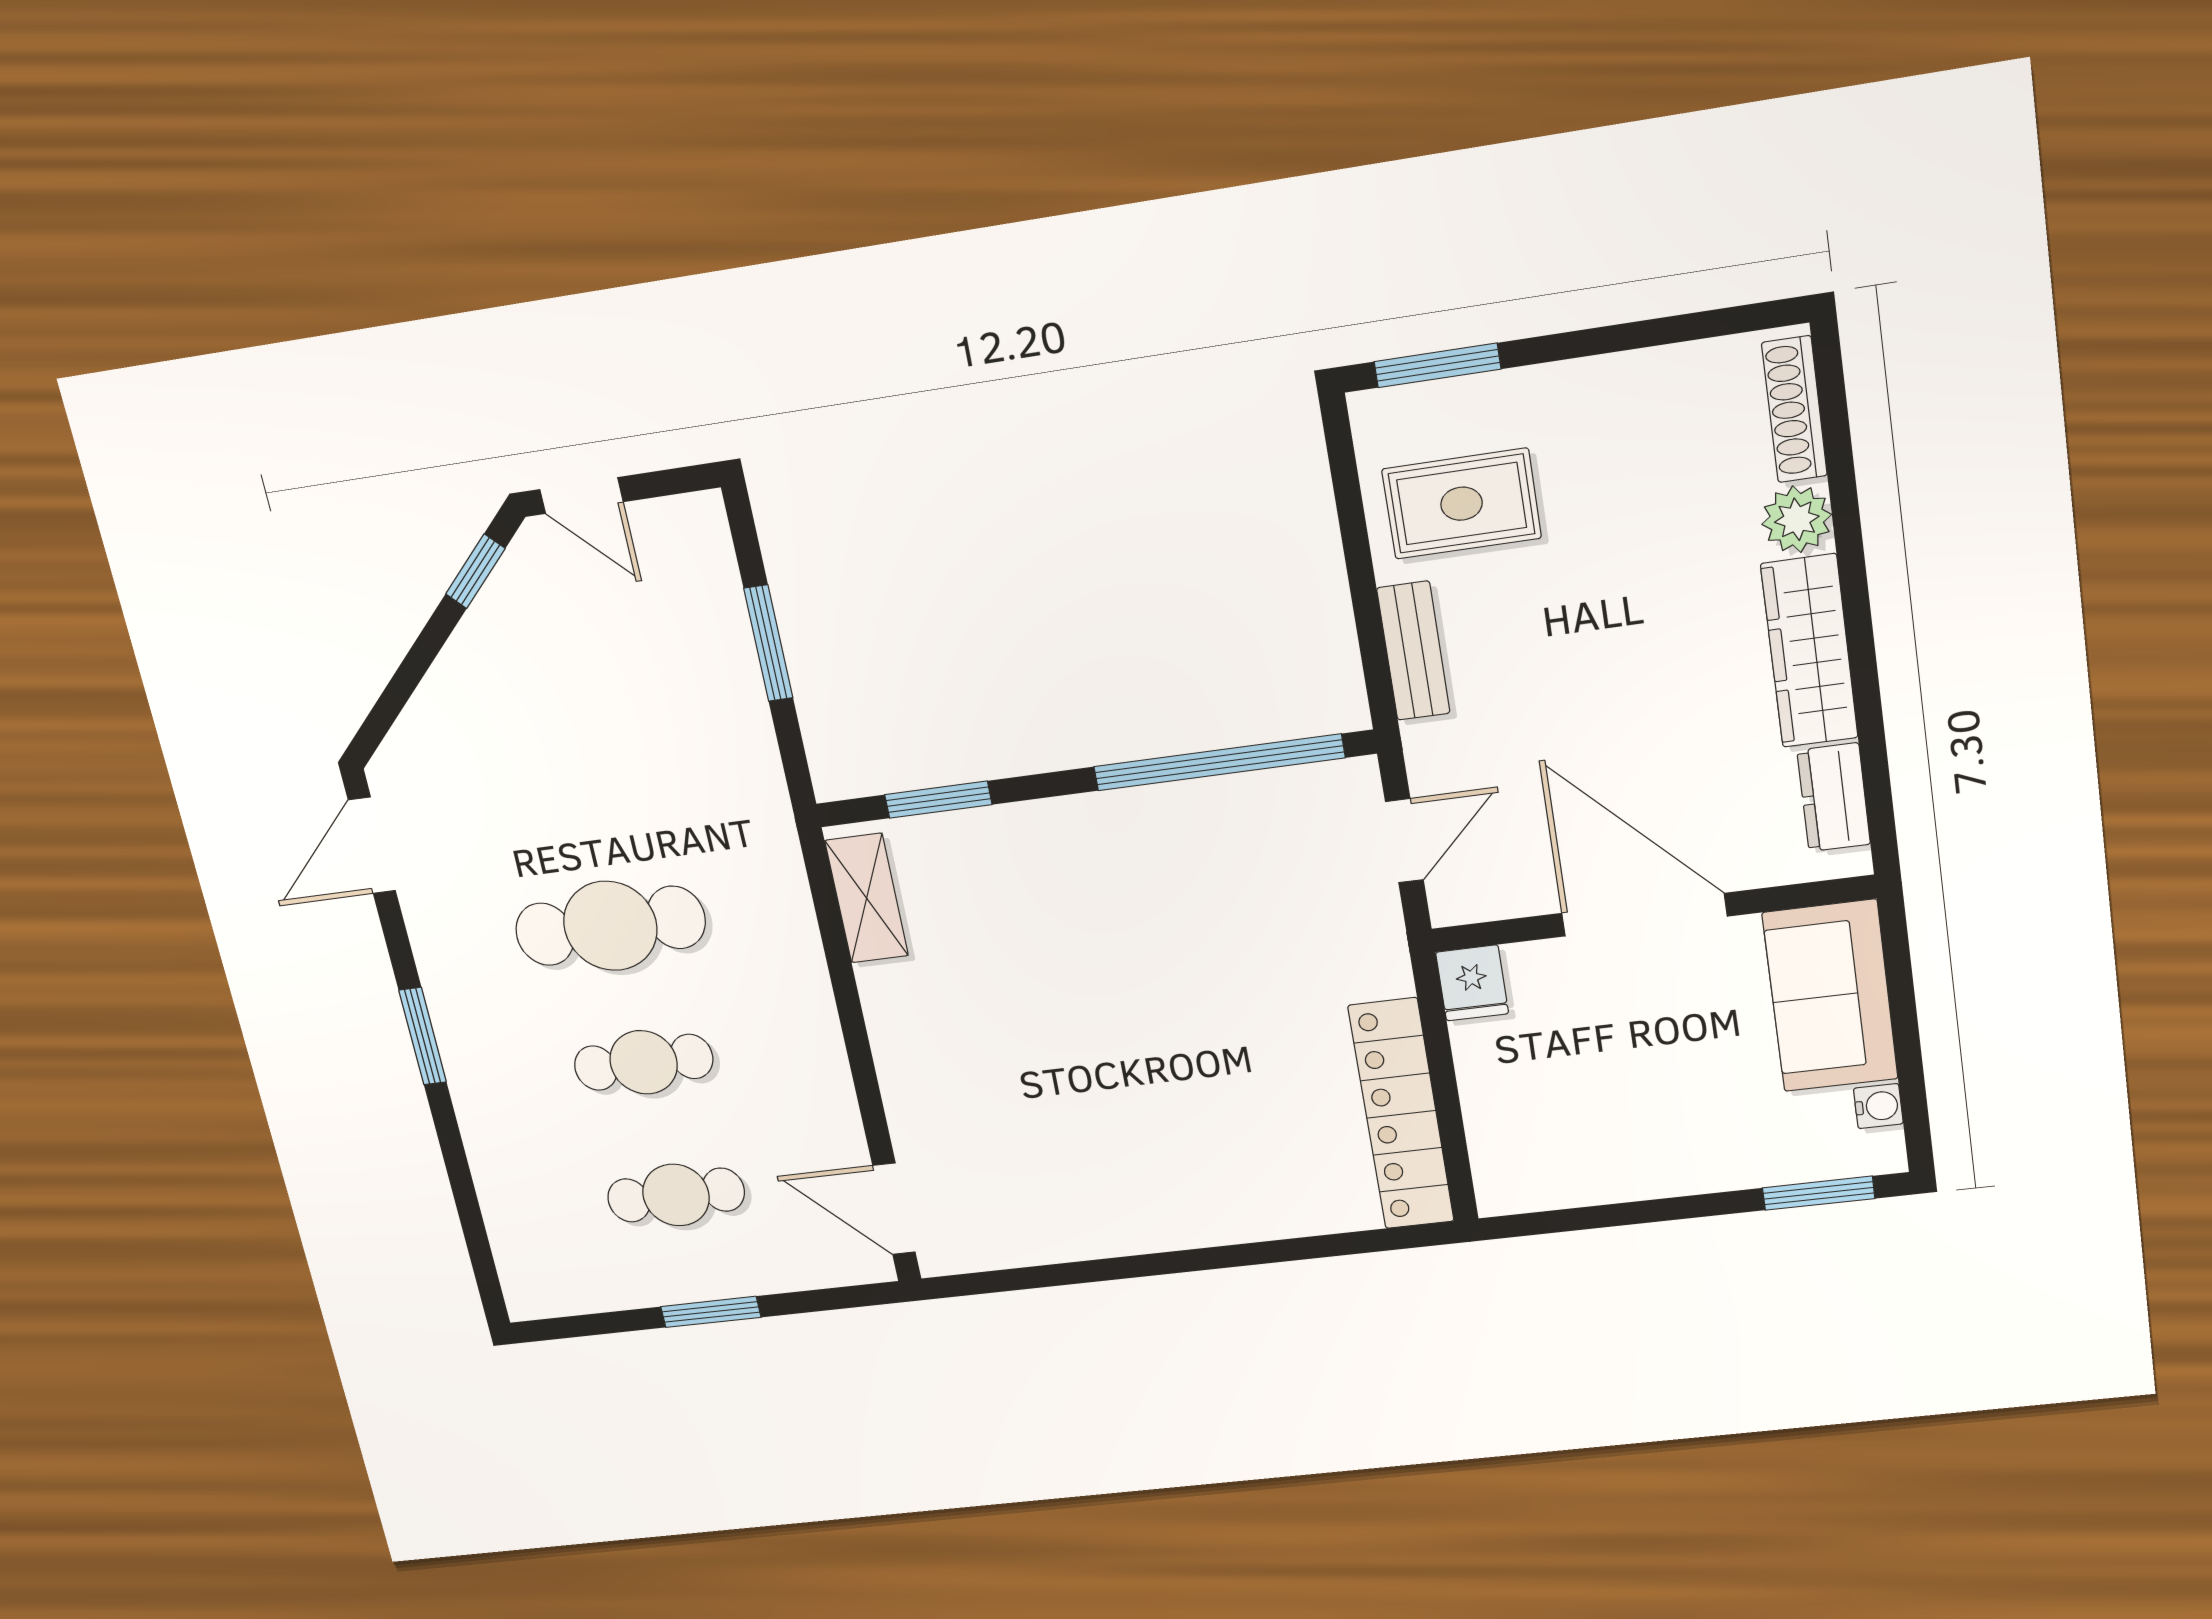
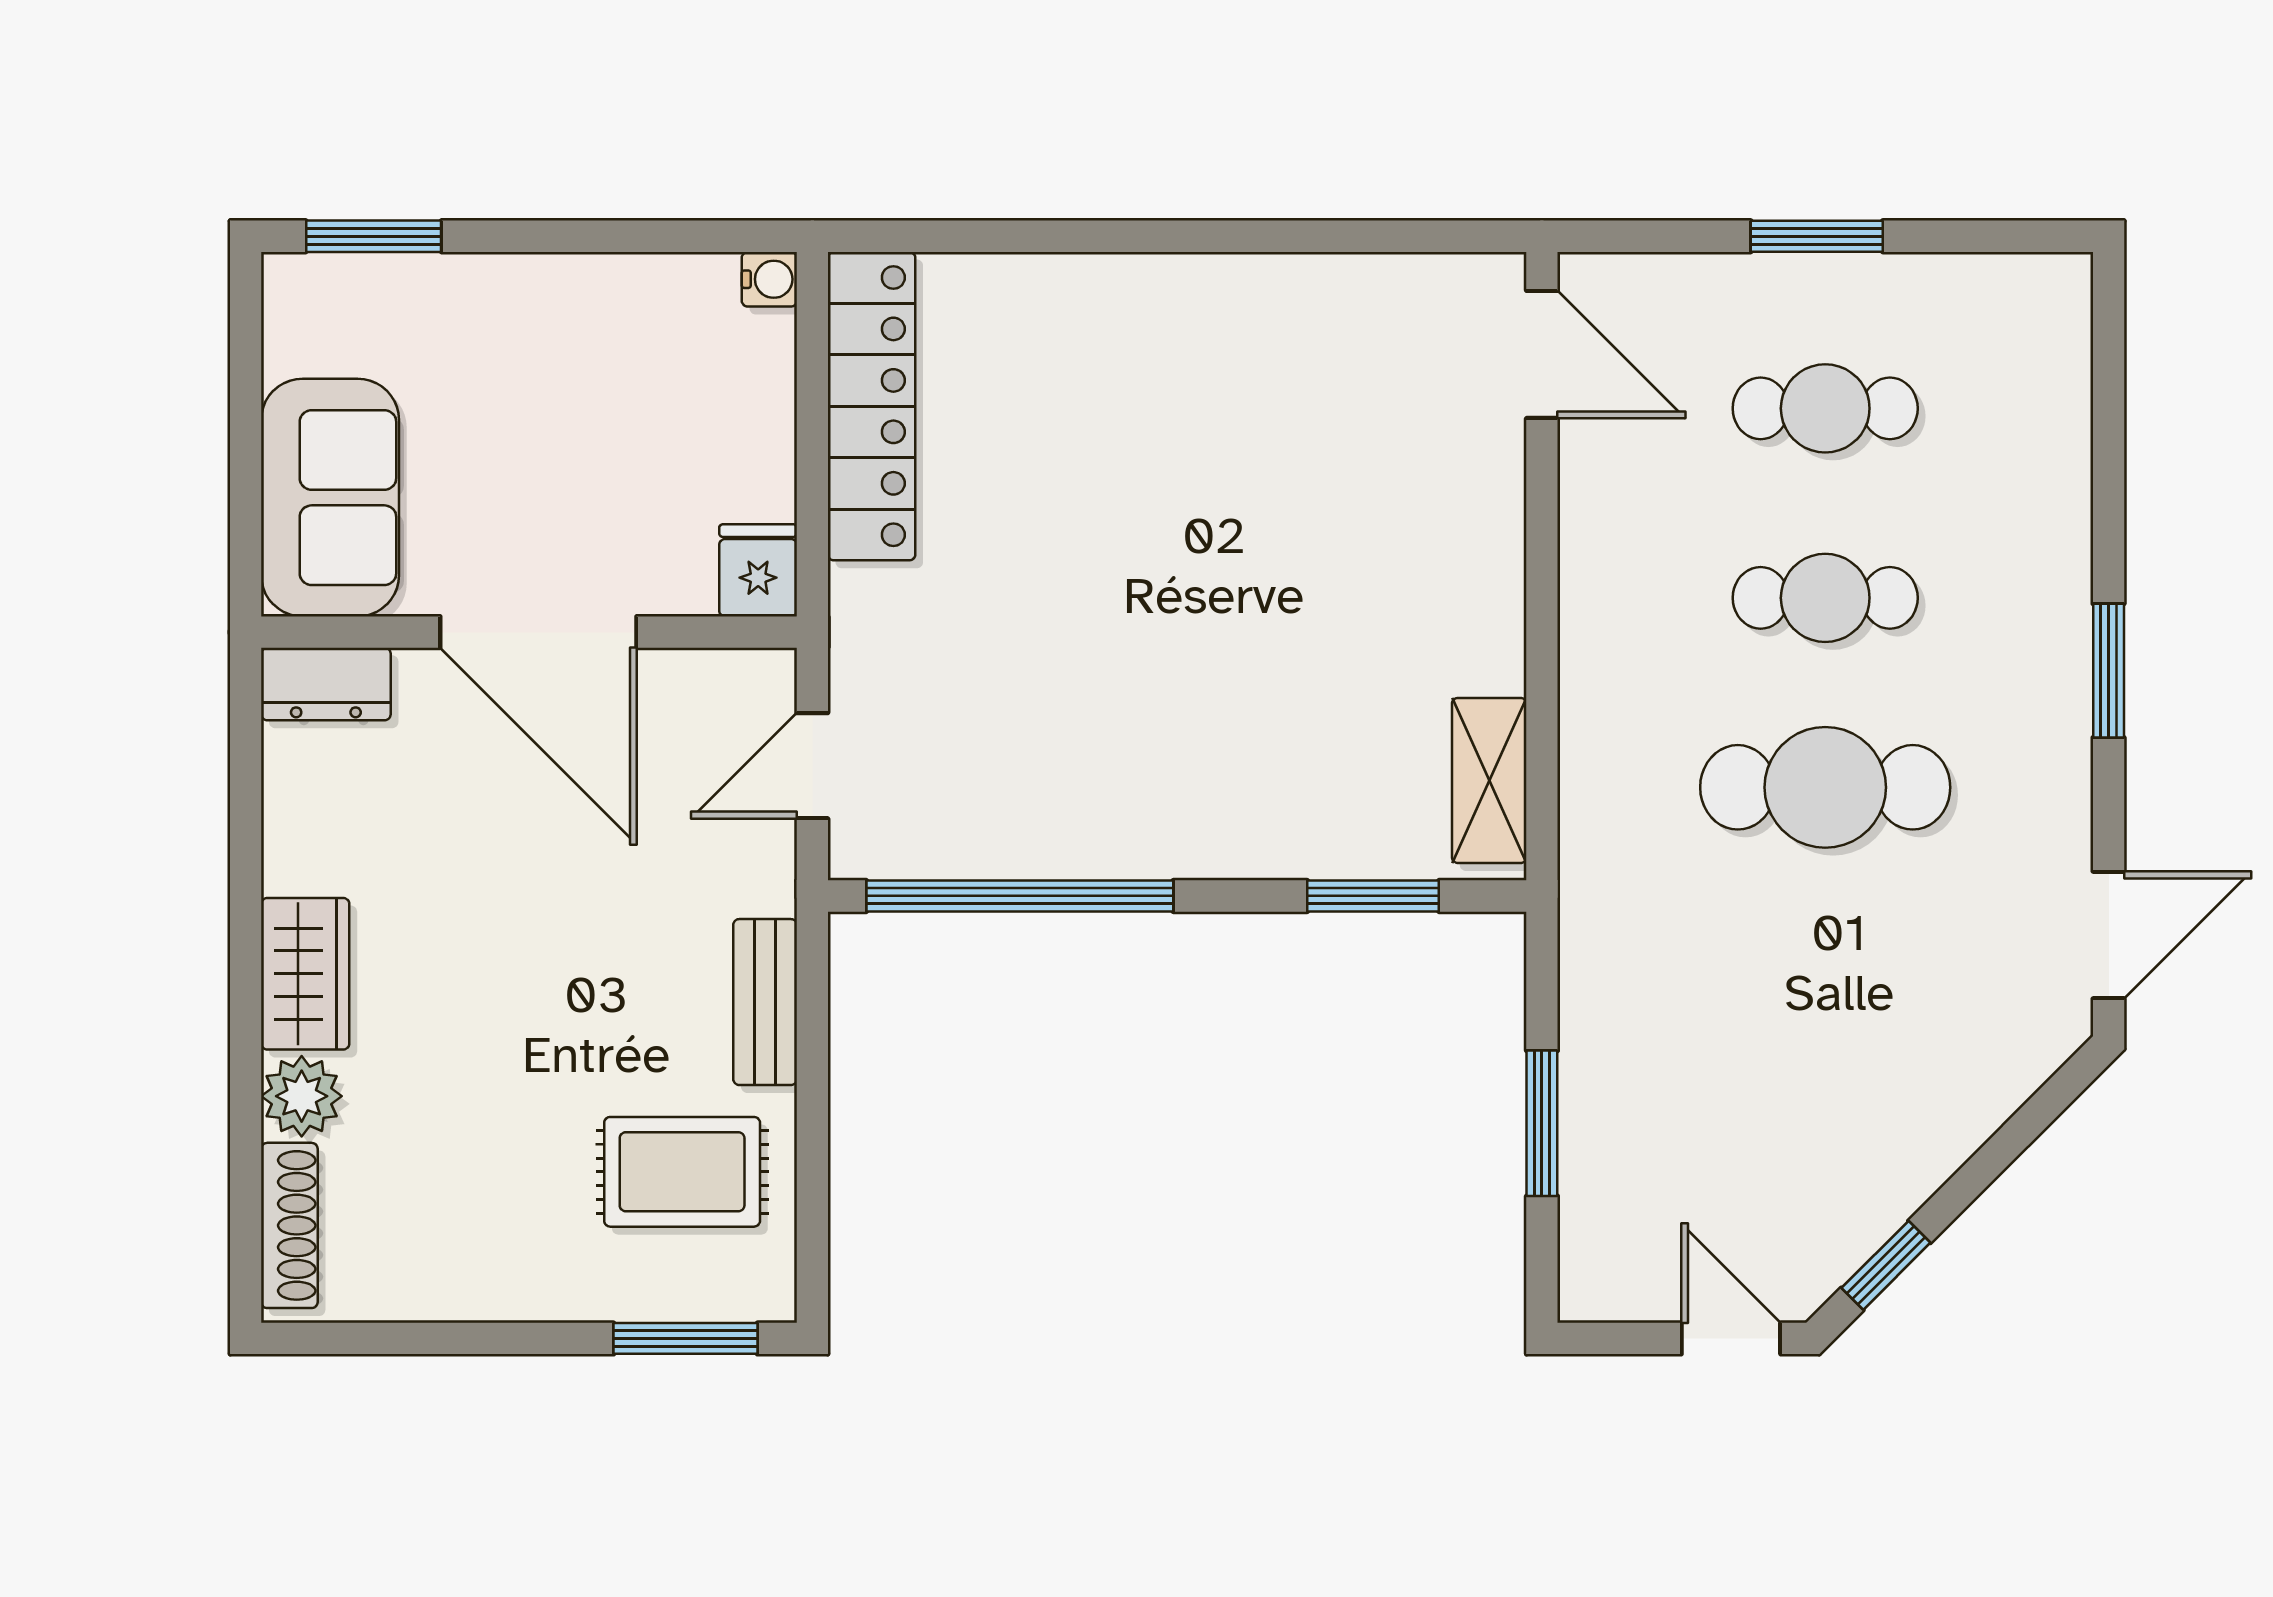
wardrobe: (1809, 651) -> (305, 974), width x0.67
dresser: (1834, 797) -> (326, 684), moved, turned 90
water cooler: (1878, 1106) -> (769, 279), moved, turned 180

